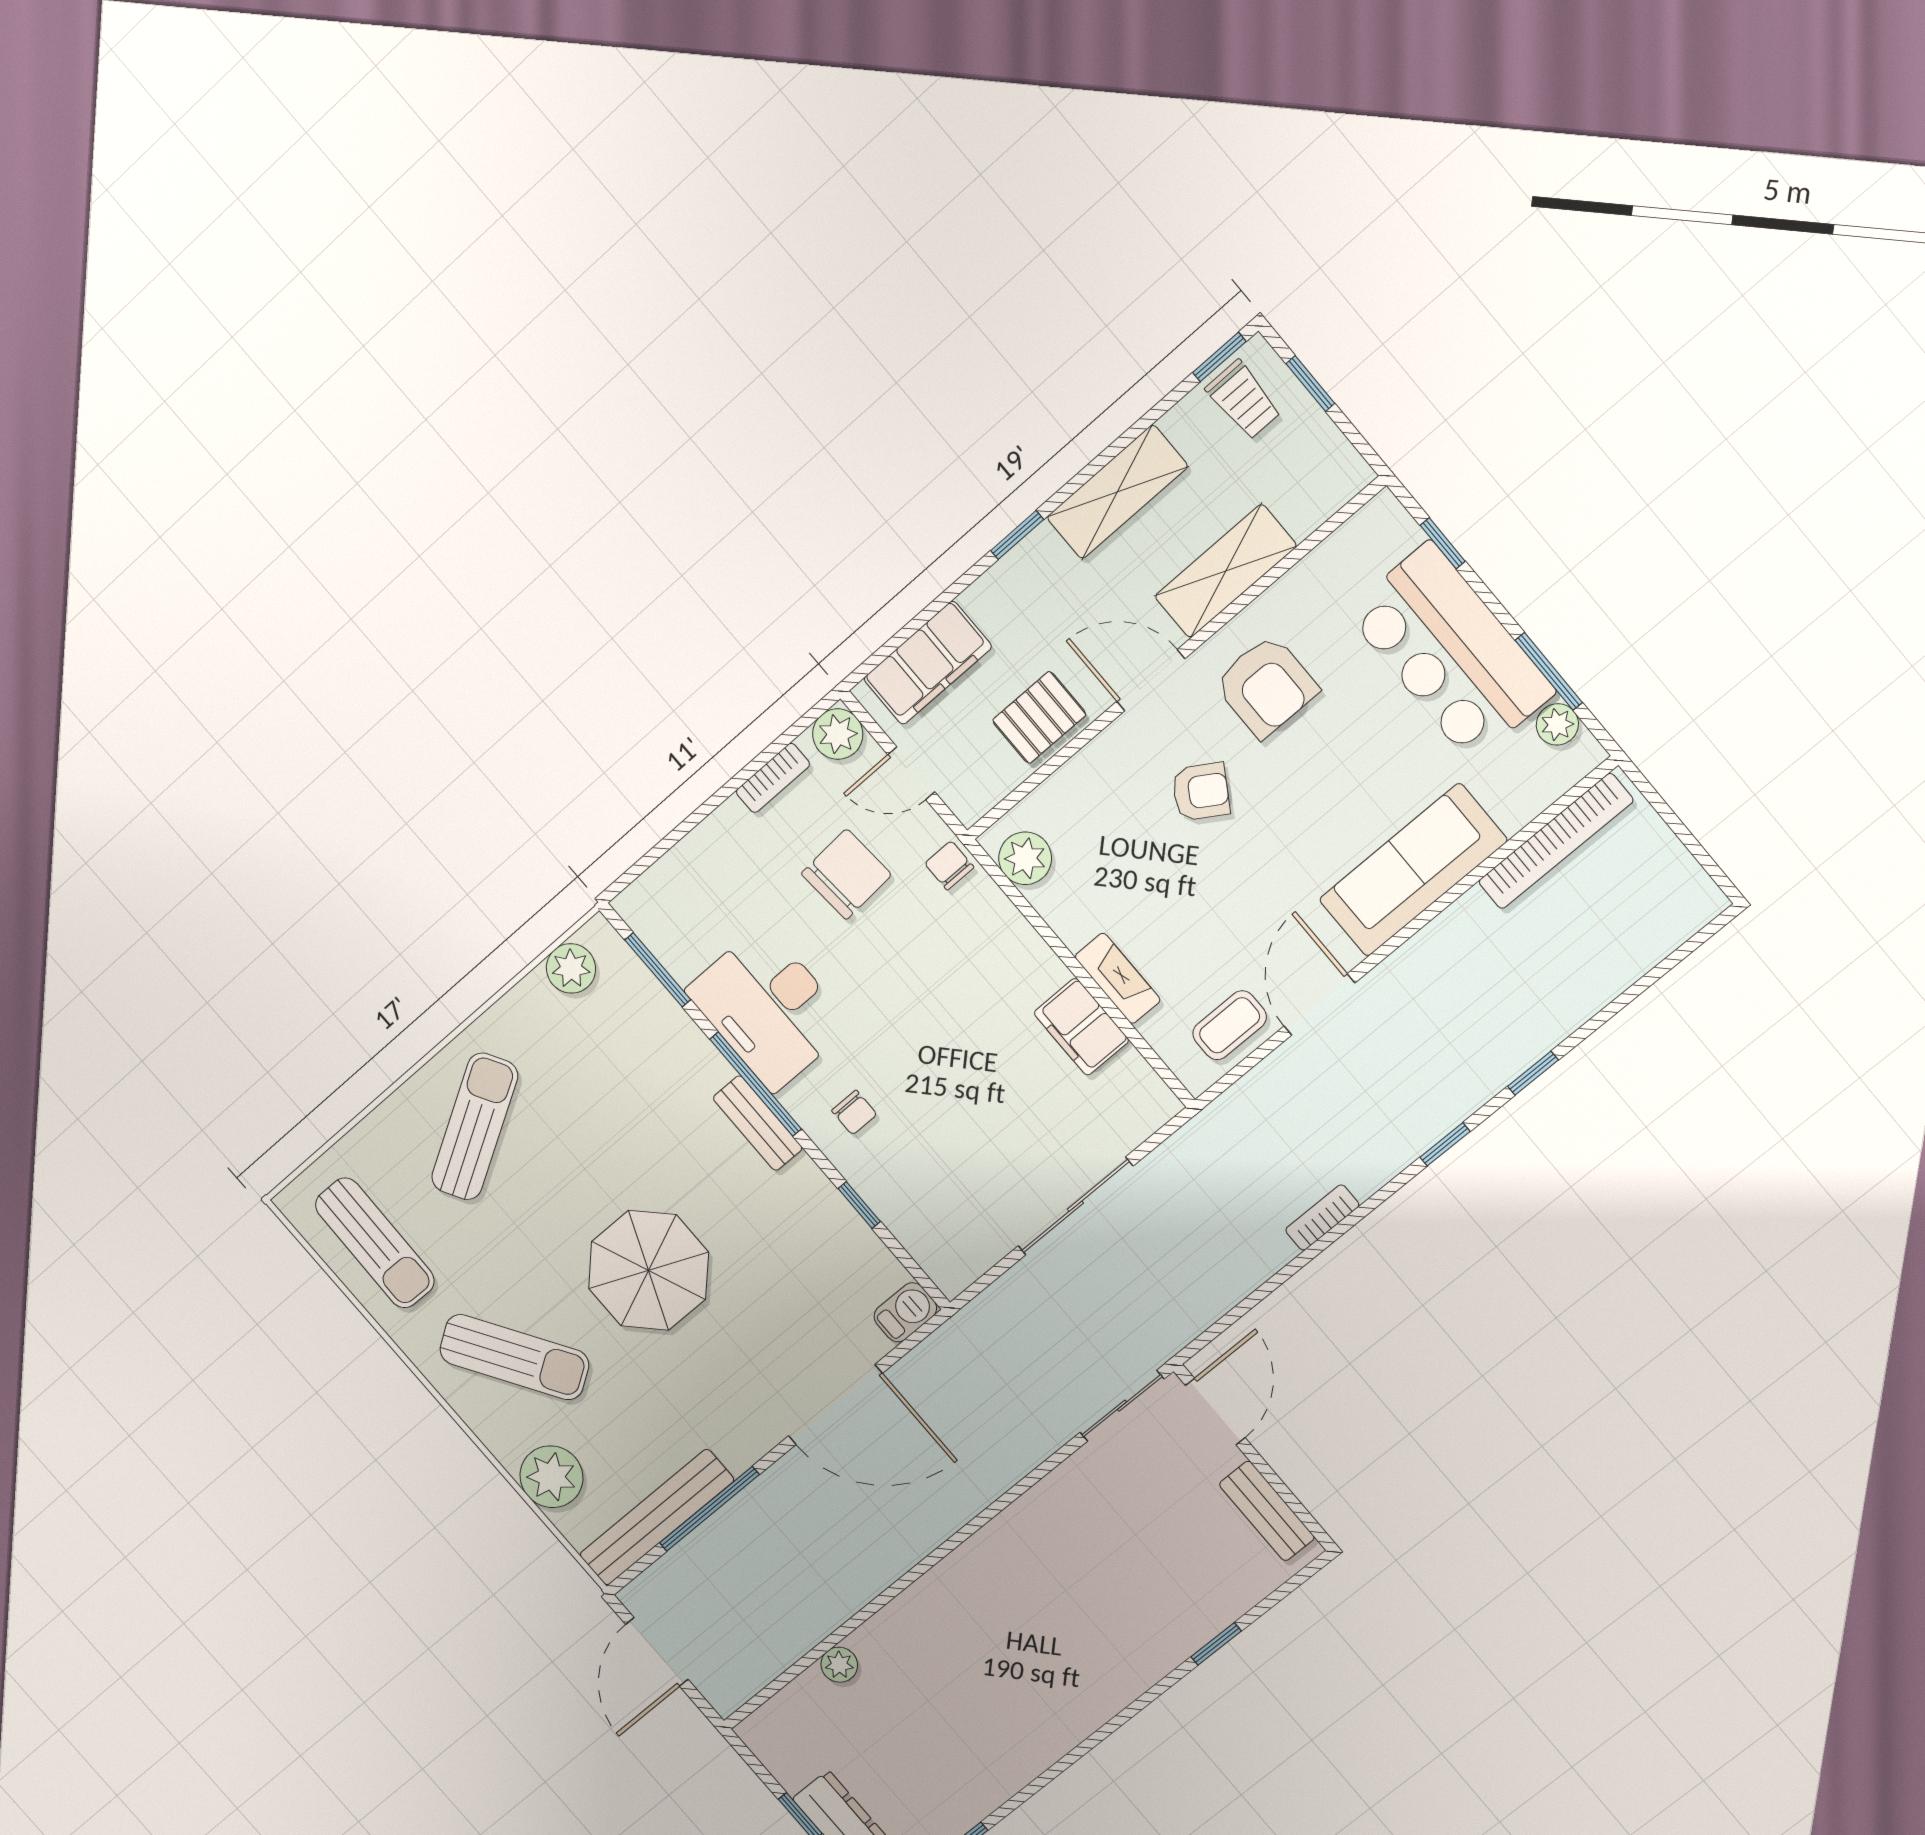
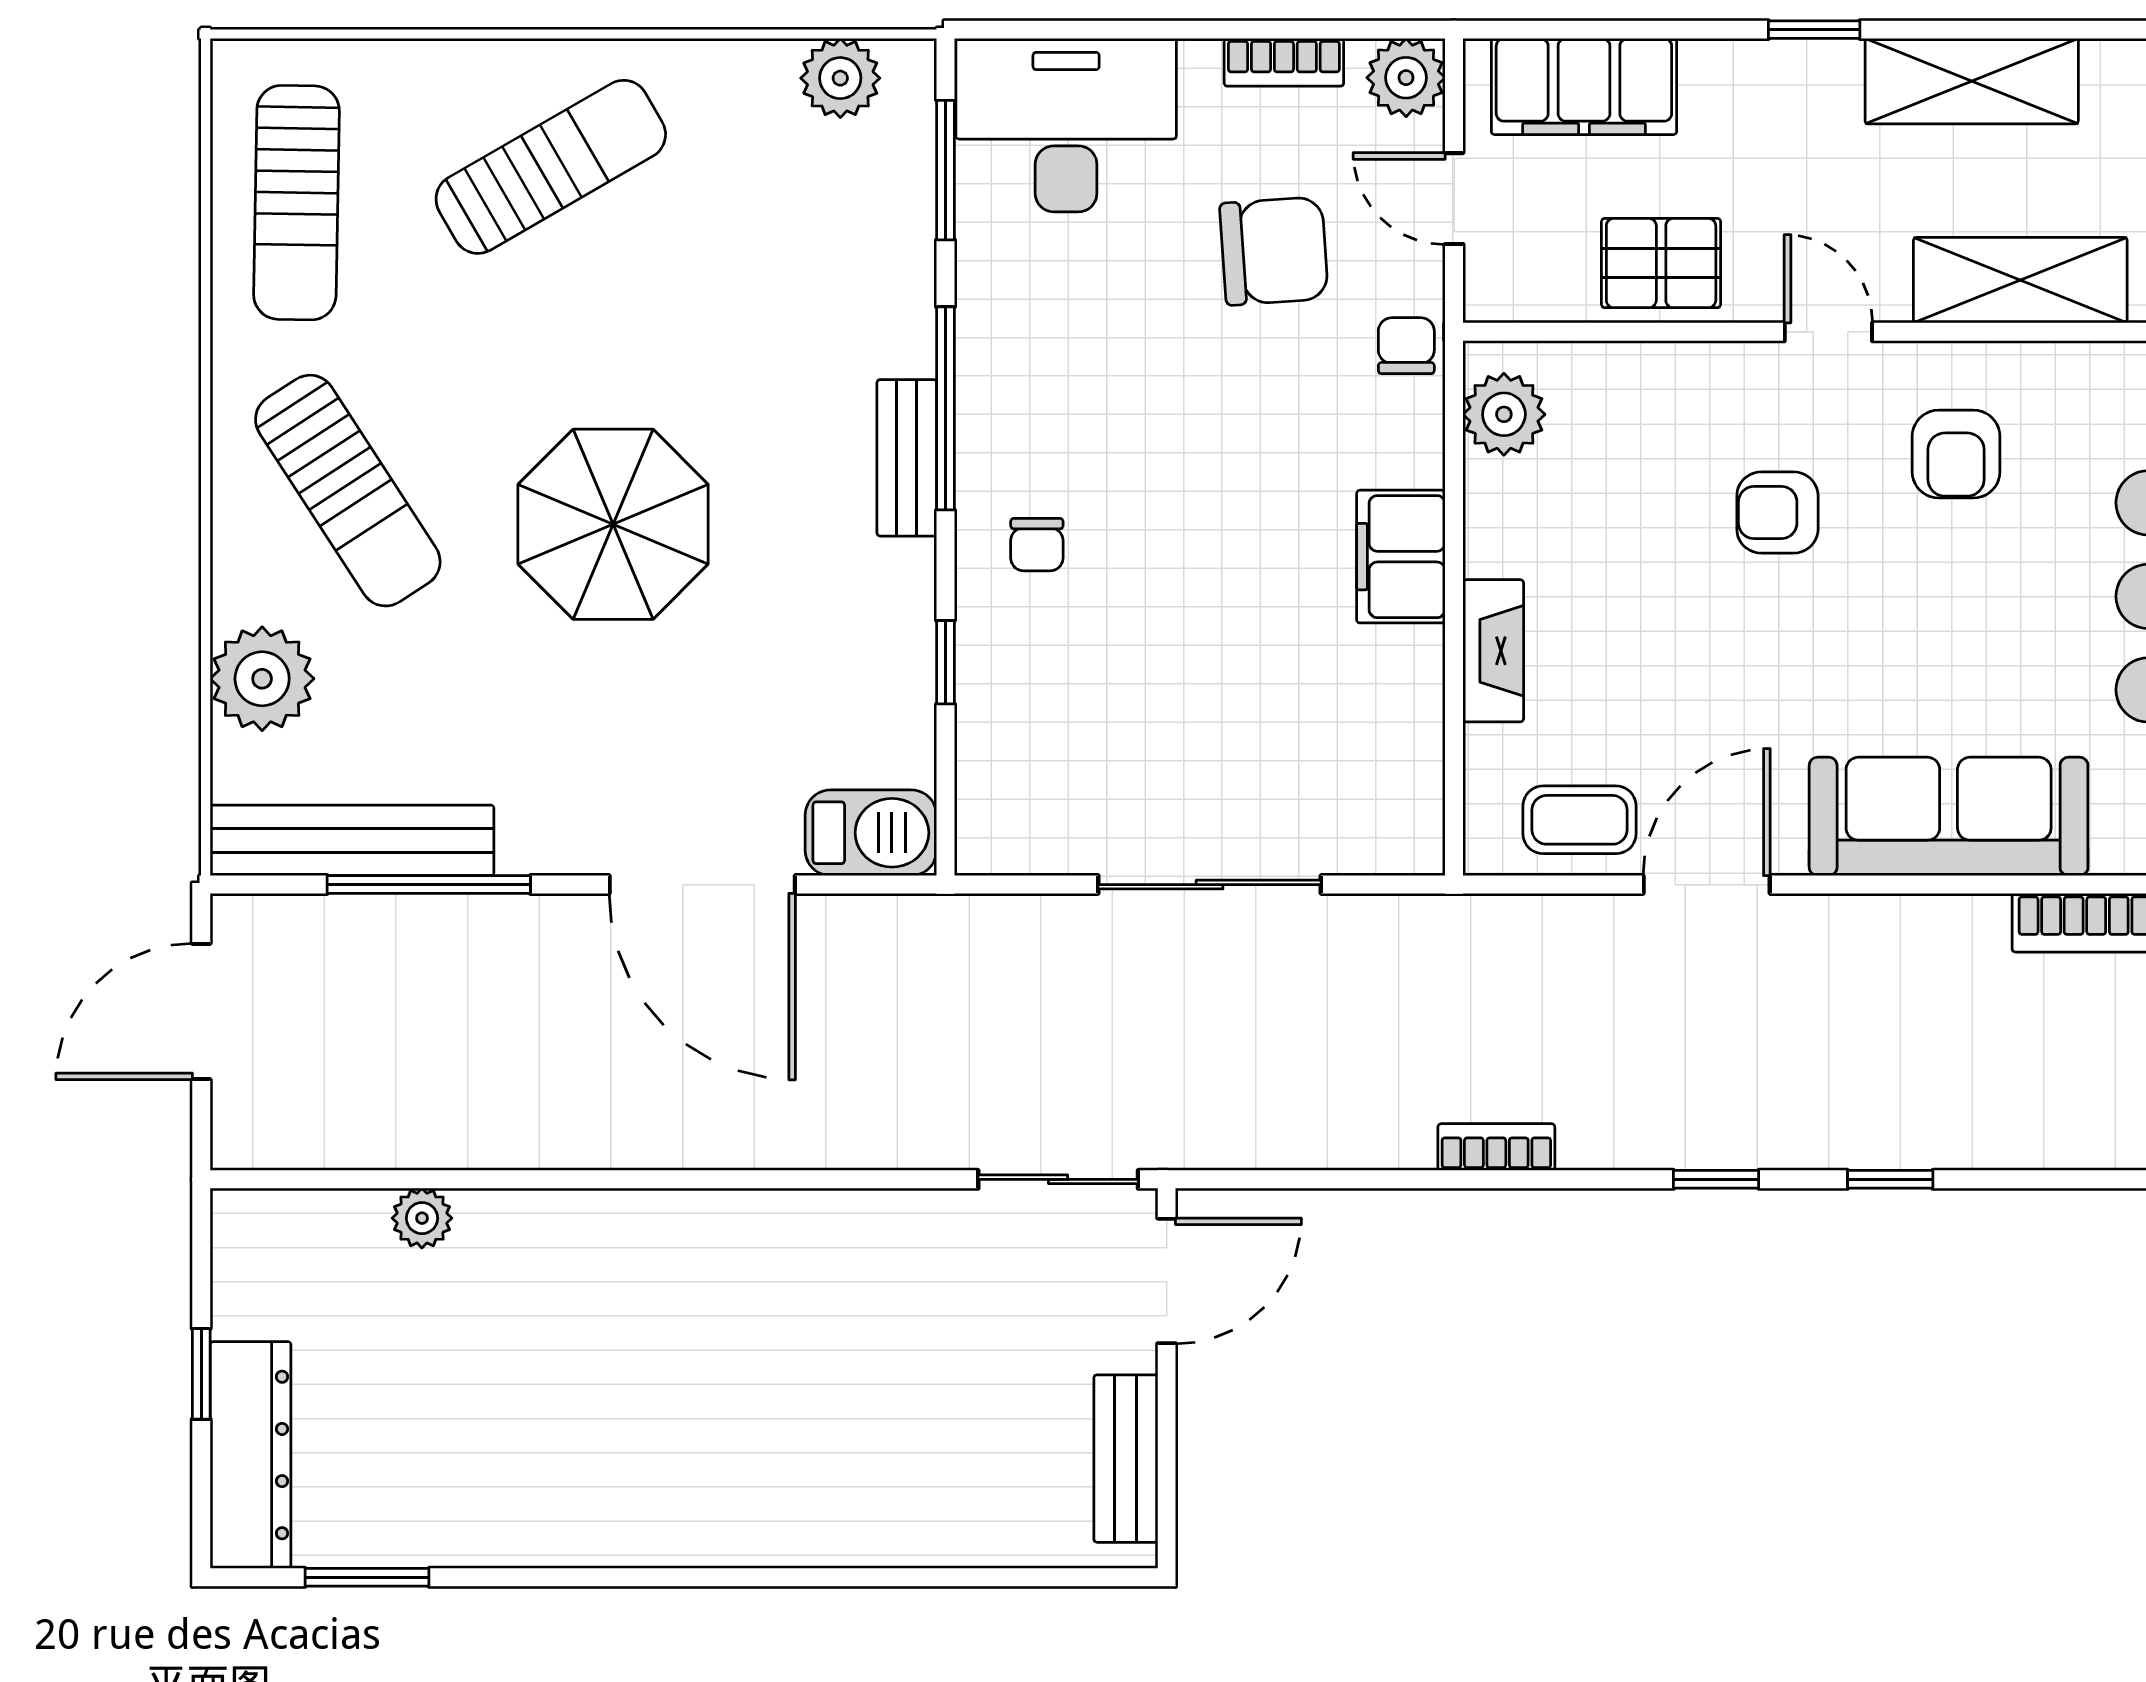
door: (1151, 680) -> (1828, 332), width x0.73
armchair: (1266, 686) -> (1956, 454), width x0.72, depth x0.72
armchair: (1201, 792) -> (1777, 513), turned 148
desk: (768, 1008) -> (1066, 125), moved, turned 90
filing cabinet: (1081, 1027) -> (1401, 557), moved
barbecue: (905, 1312) -> (871, 833), width x1.38, depth x1.27
window: (1216, 1644) -> (922, 1577), removed

